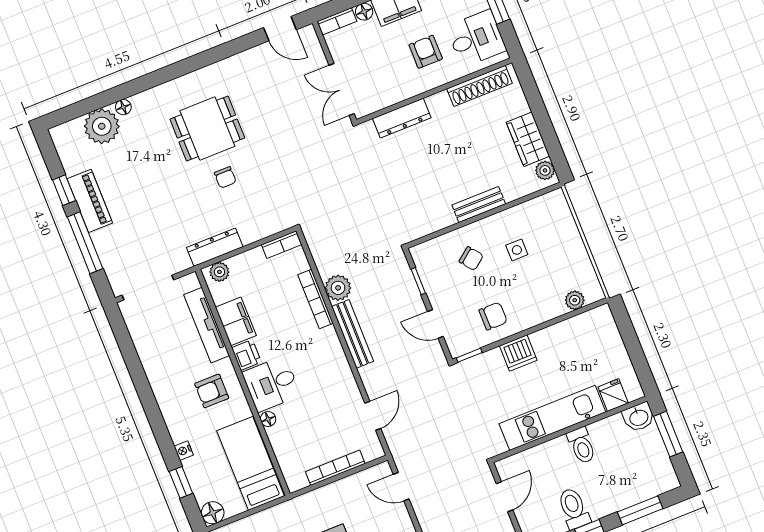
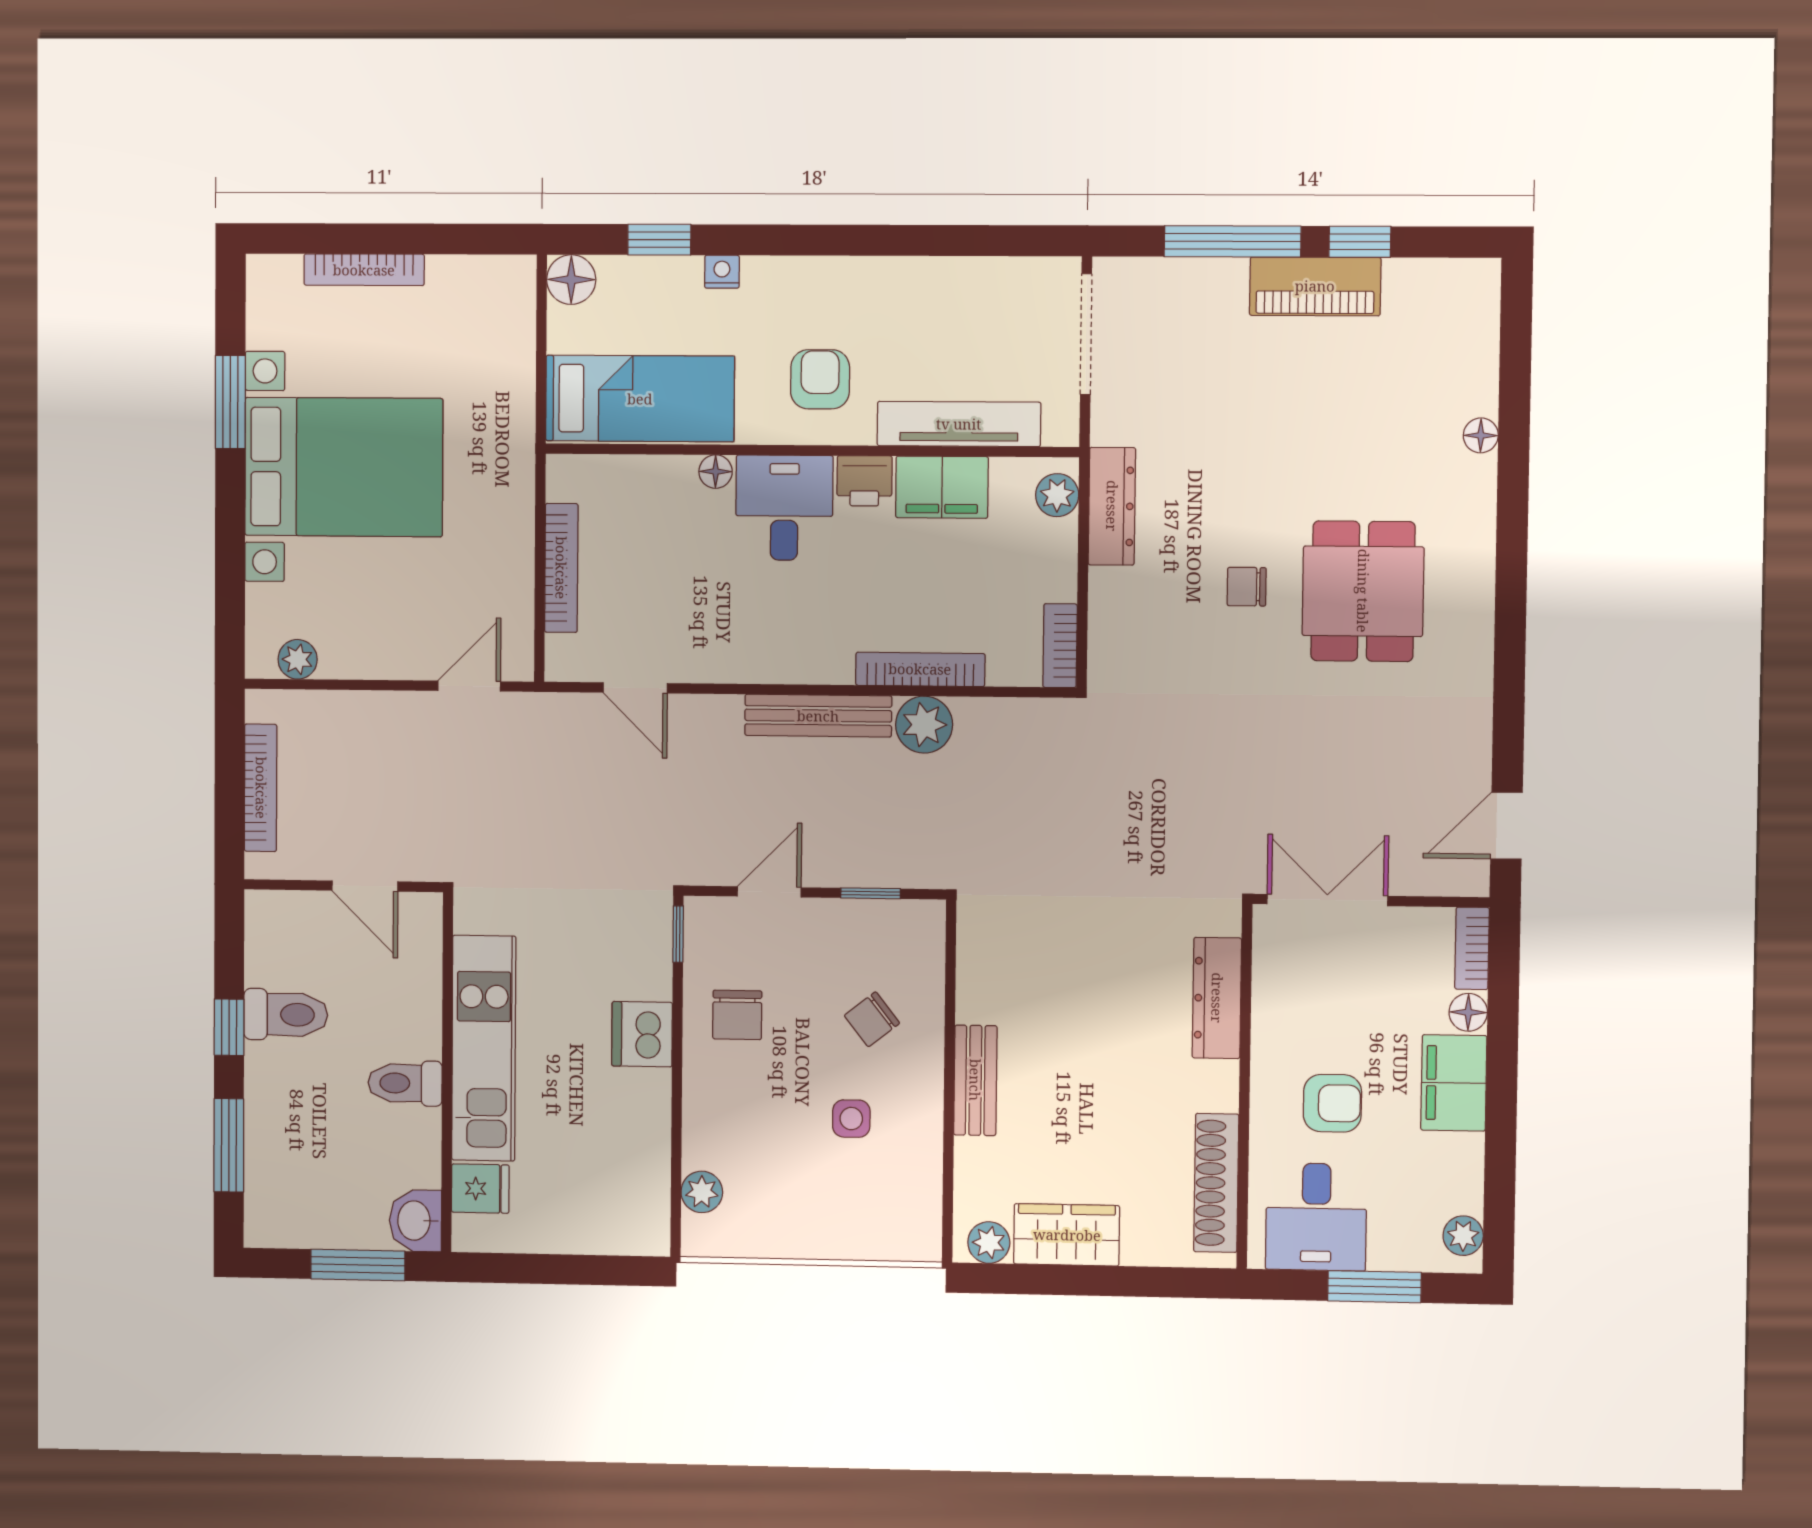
plant: (102, 126) -> (1460, 374), removed

